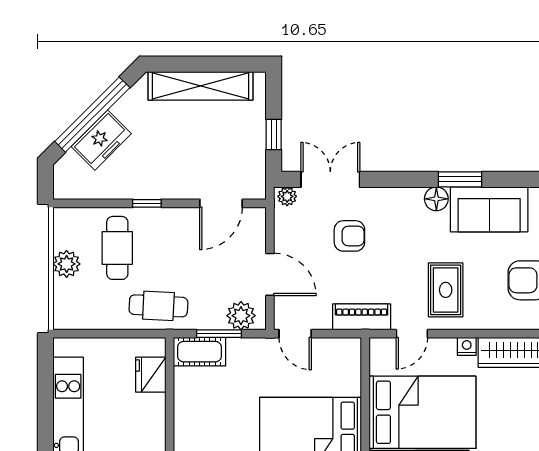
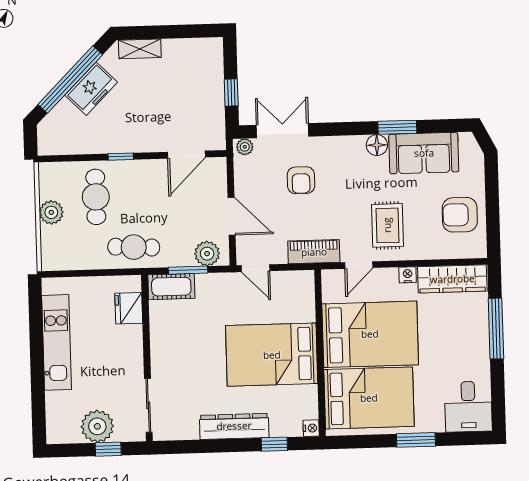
shelving: (201, 86) -> (140, 49), width x0.45, depth x0.75
freezer: (101, 140) -> (91, 89), moved
armchair: (349, 236) -> (301, 180), turned 90

